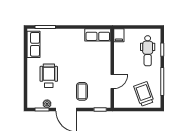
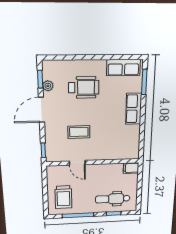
row of seats: (98, 35) -> (134, 109), moved
coffee table: (82, 91) -> (79, 132), moved
trolley: (144, 94) -> (63, 197), turned 109

